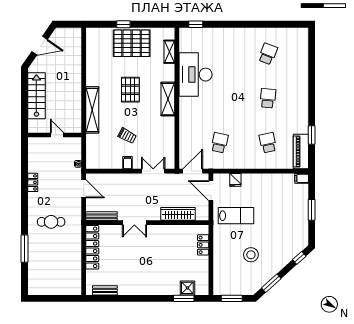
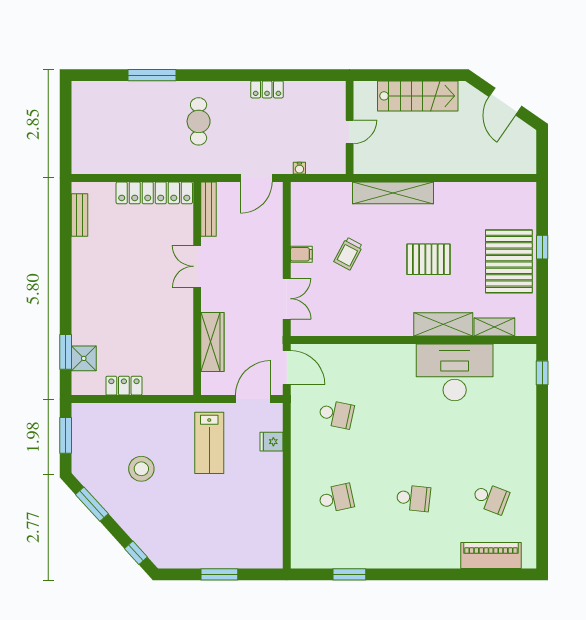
shelving: (168, 99) -> (443, 324), moved
piano: (301, 152) -> (491, 556), moved
filing cabinet: (302, 178) -> (274, 557), removed
locker: (203, 245) -> (124, 386), moved

